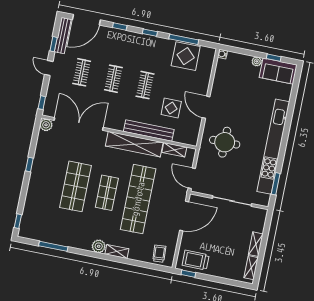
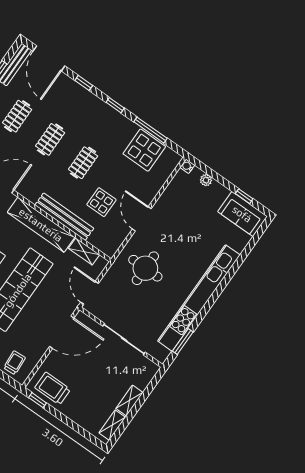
door: (86, 20) -> (49, 58), hinge flipped
plant: (257, 61) -> (206, 180), moved

